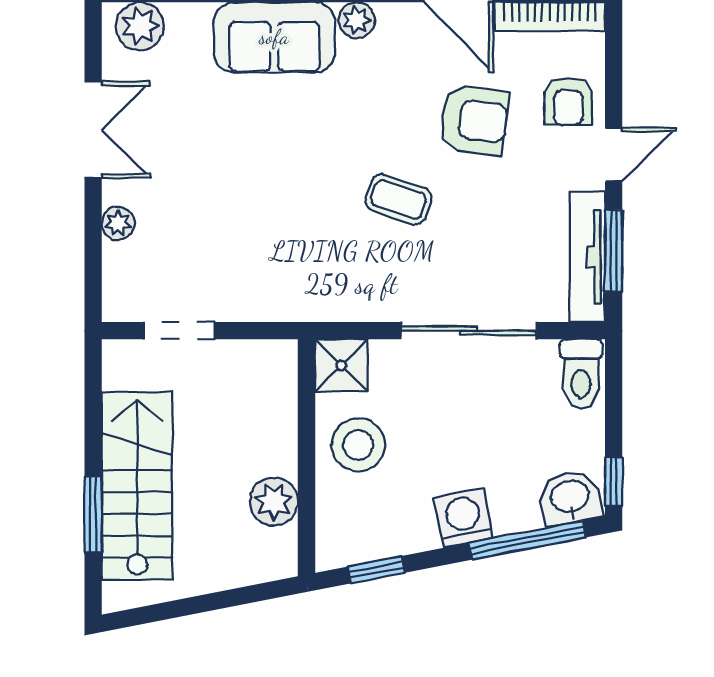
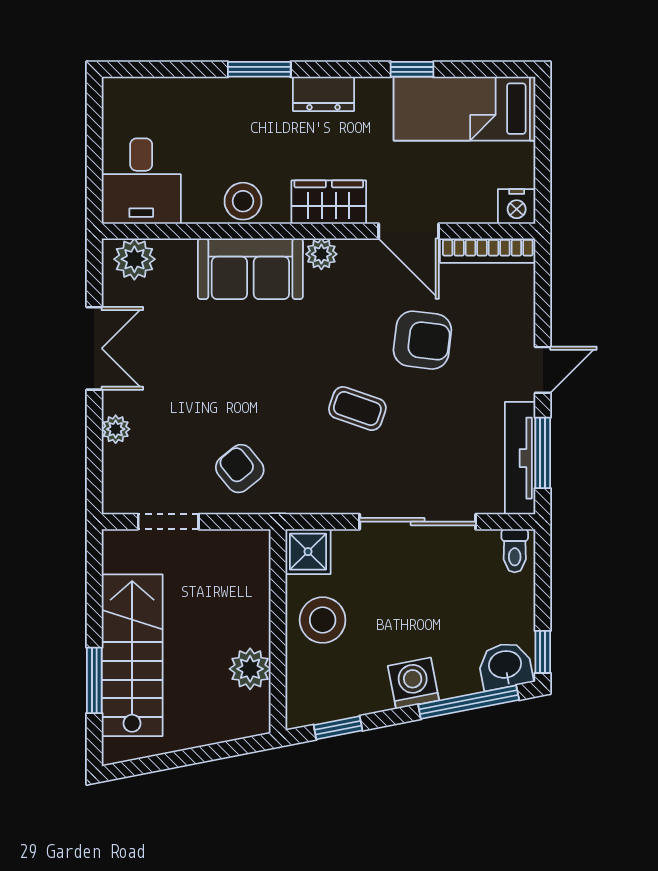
armchair: (568, 101) -> (240, 469), moved, turned 141
toilet: (581, 374) -> (515, 551), width x0.73, depth x0.72

